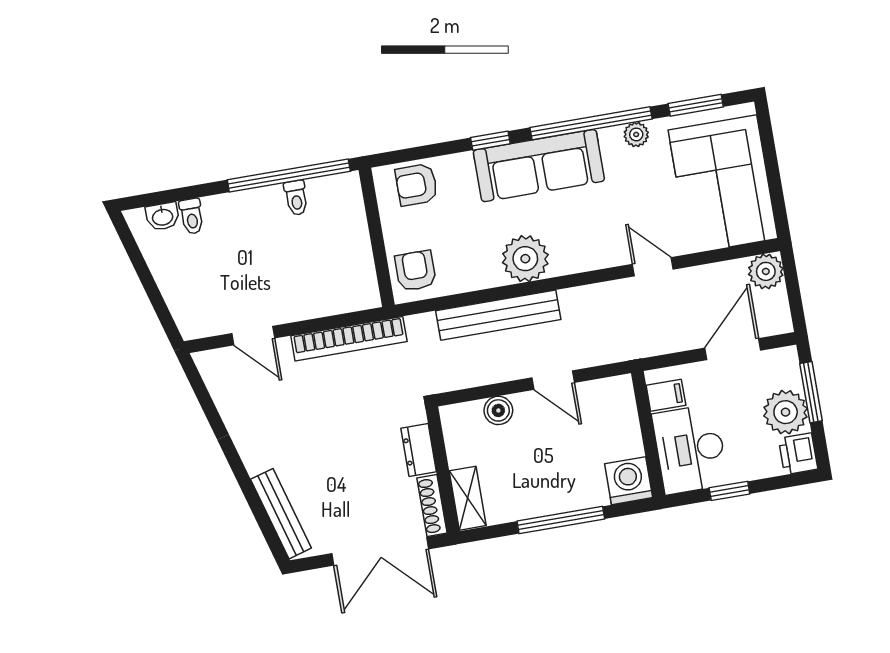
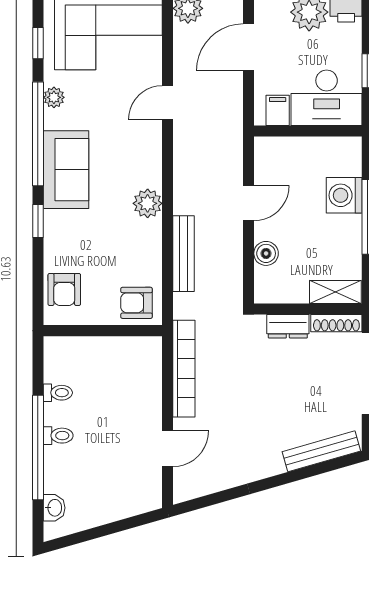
window: (696, 105) -> (38, 43), width x0.67
sofa: (539, 166) -> (66, 170), width x0.73
window: (289, 176) -> (38, 448), moved
toilet: (192, 216) -> (58, 436), moved
plant: (525, 259) -> (148, 203), width x0.73, depth x0.73
bench: (498, 315) -> (184, 254), width x0.73, depth x0.82
door: (733, 349) -> (249, 47), hinge flipped
washing machine: (629, 481) -> (344, 195), moved

